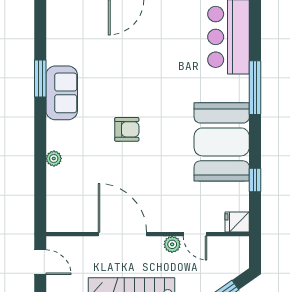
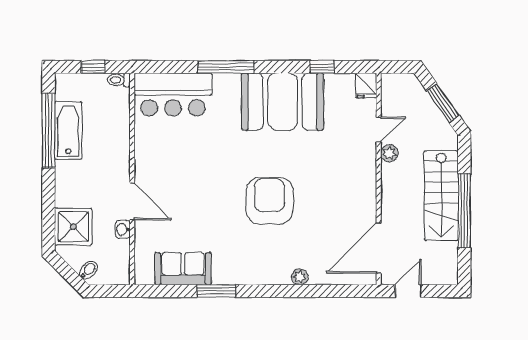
sofa: (62, 93) -> (183, 269), moved
armchair: (127, 129) -> (269, 201), width x1.88, depth x1.88
door: (122, 234) -> (379, 248), moved

